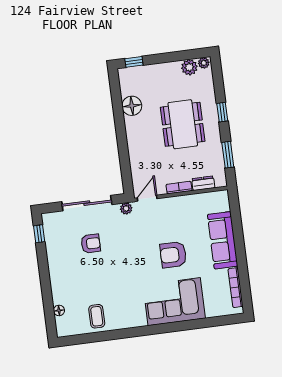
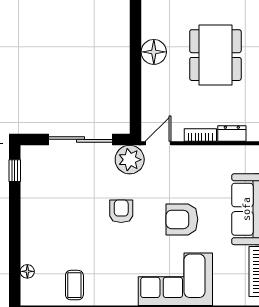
floor lamp: (132, 106) -> (154, 52), moved
plant: (126, 208) -> (130, 160), width x1.88, depth x1.88
armchair: (91, 244) -> (121, 211), moved, turned -90

